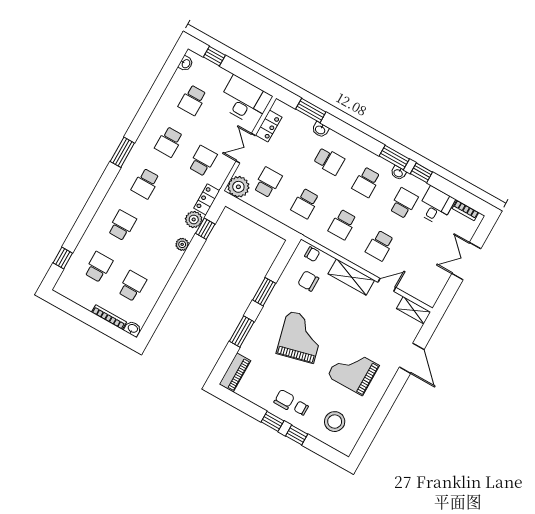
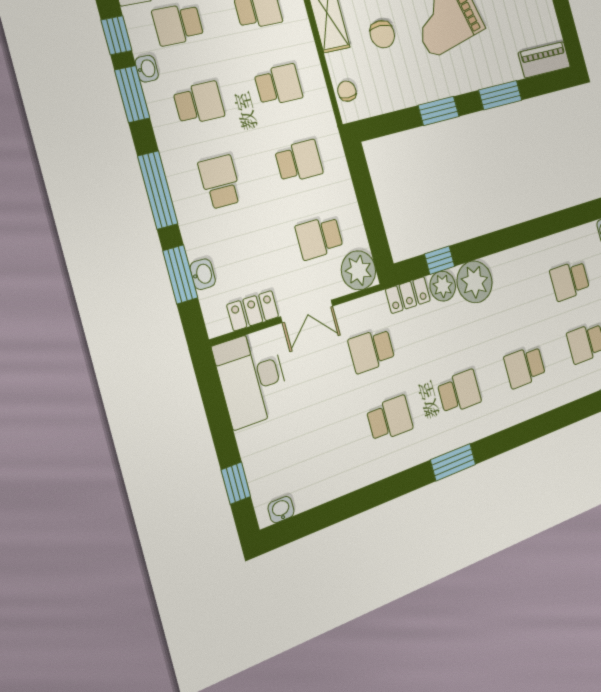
school desk: (192, 100) -> (316, 447), removed
washbasin: (320, 130) -> (203, 274), moved
window: (350, 132) -> (158, 190), added
plant: (182, 244) -> (475, 282), width x1.88, depth x1.88
chair: (308, 281) -> (382, 34), moved

